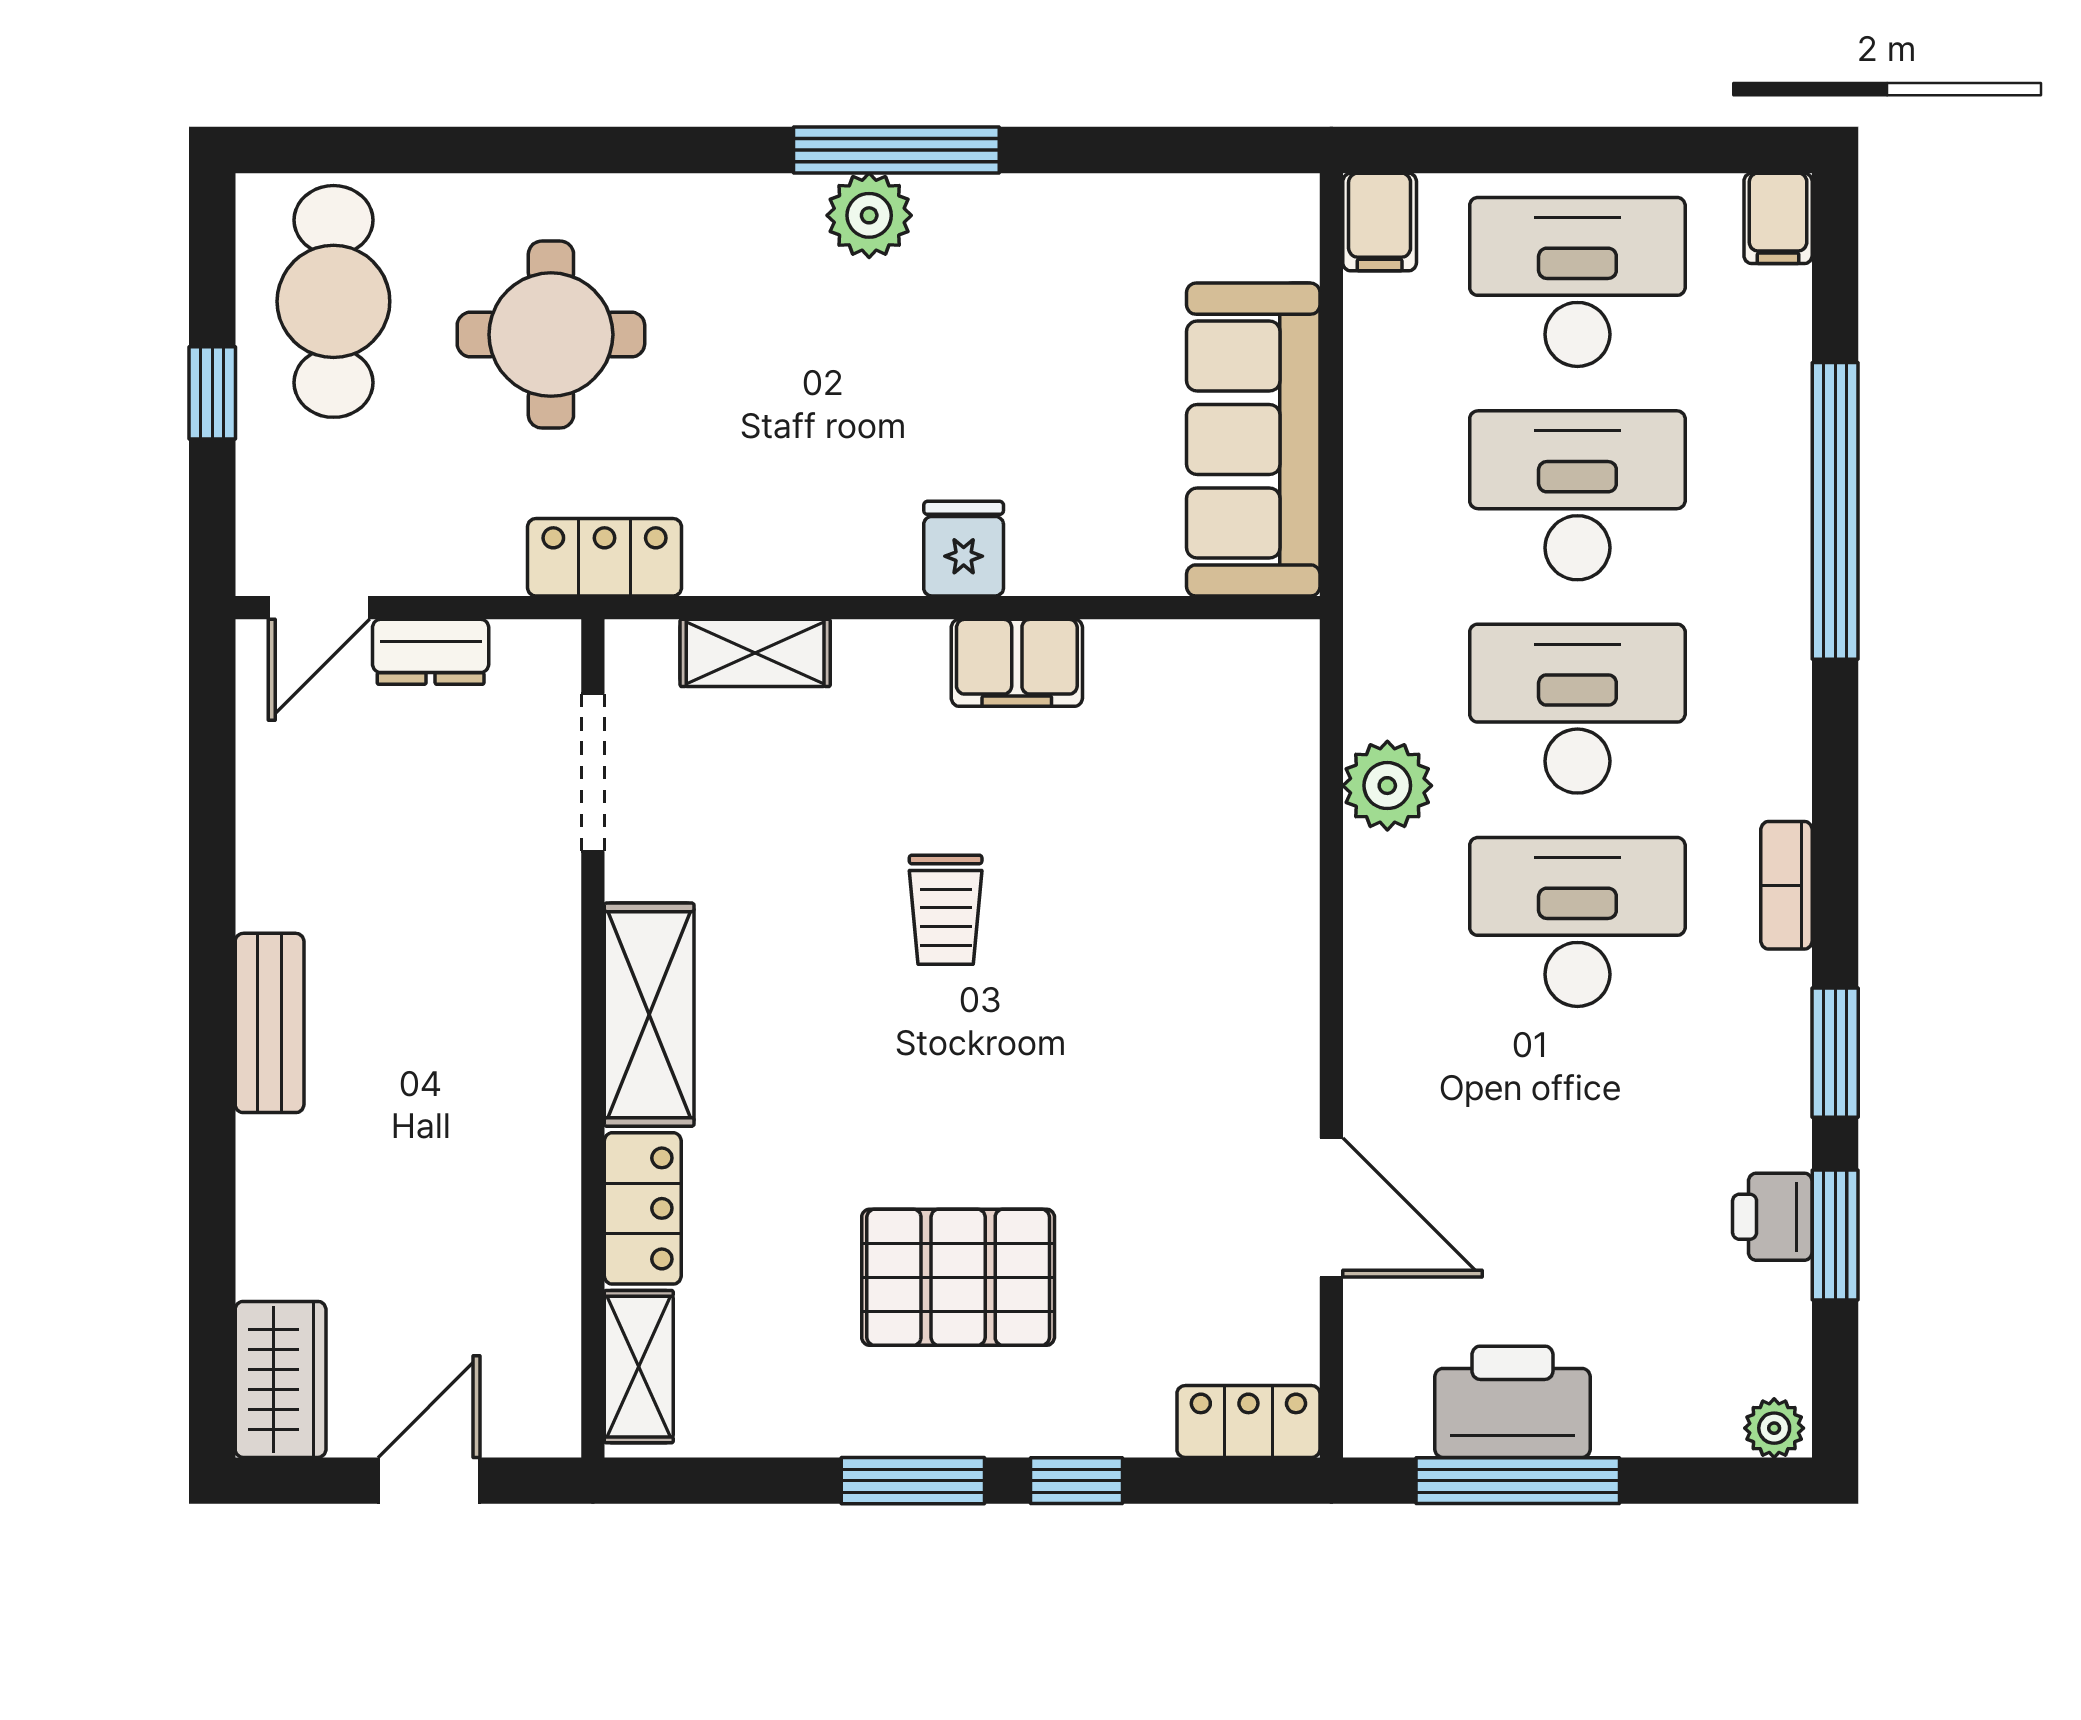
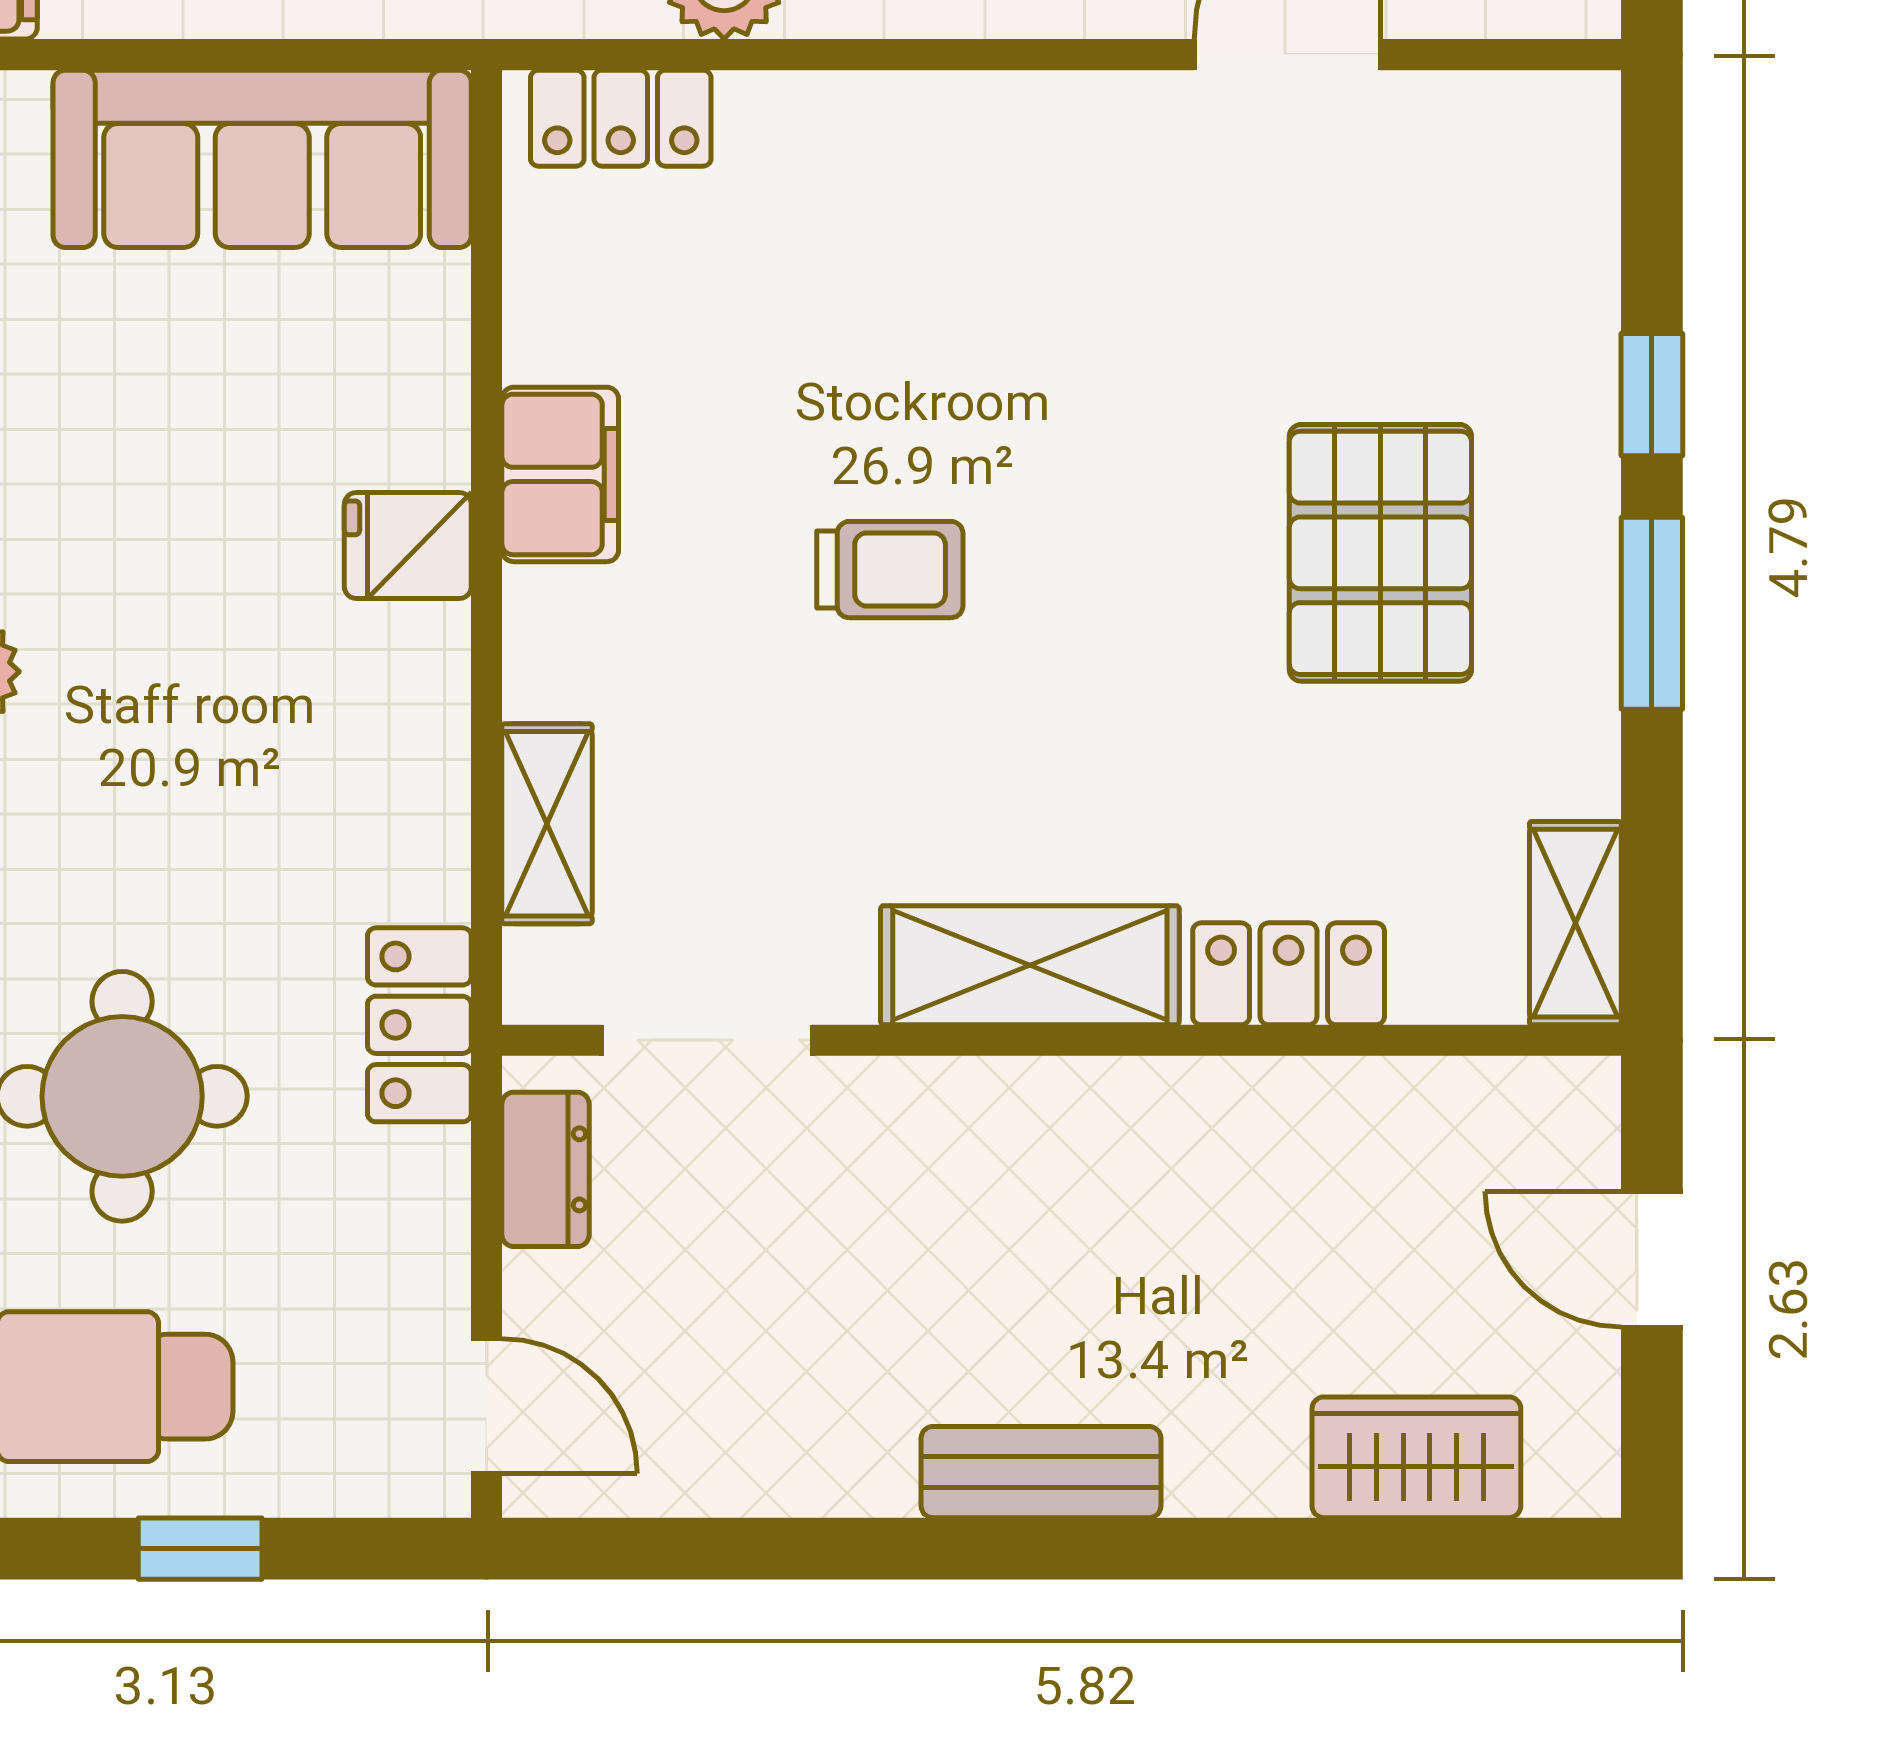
dresser: (431, 652) -> (545, 1169), moved
shelving: (639, 1367) -> (1575, 923), moved, turned 90
wardrobe: (281, 1379) -> (1416, 1457), moved
locker: (1248, 1421) -> (621, 118), moved, turned -90

